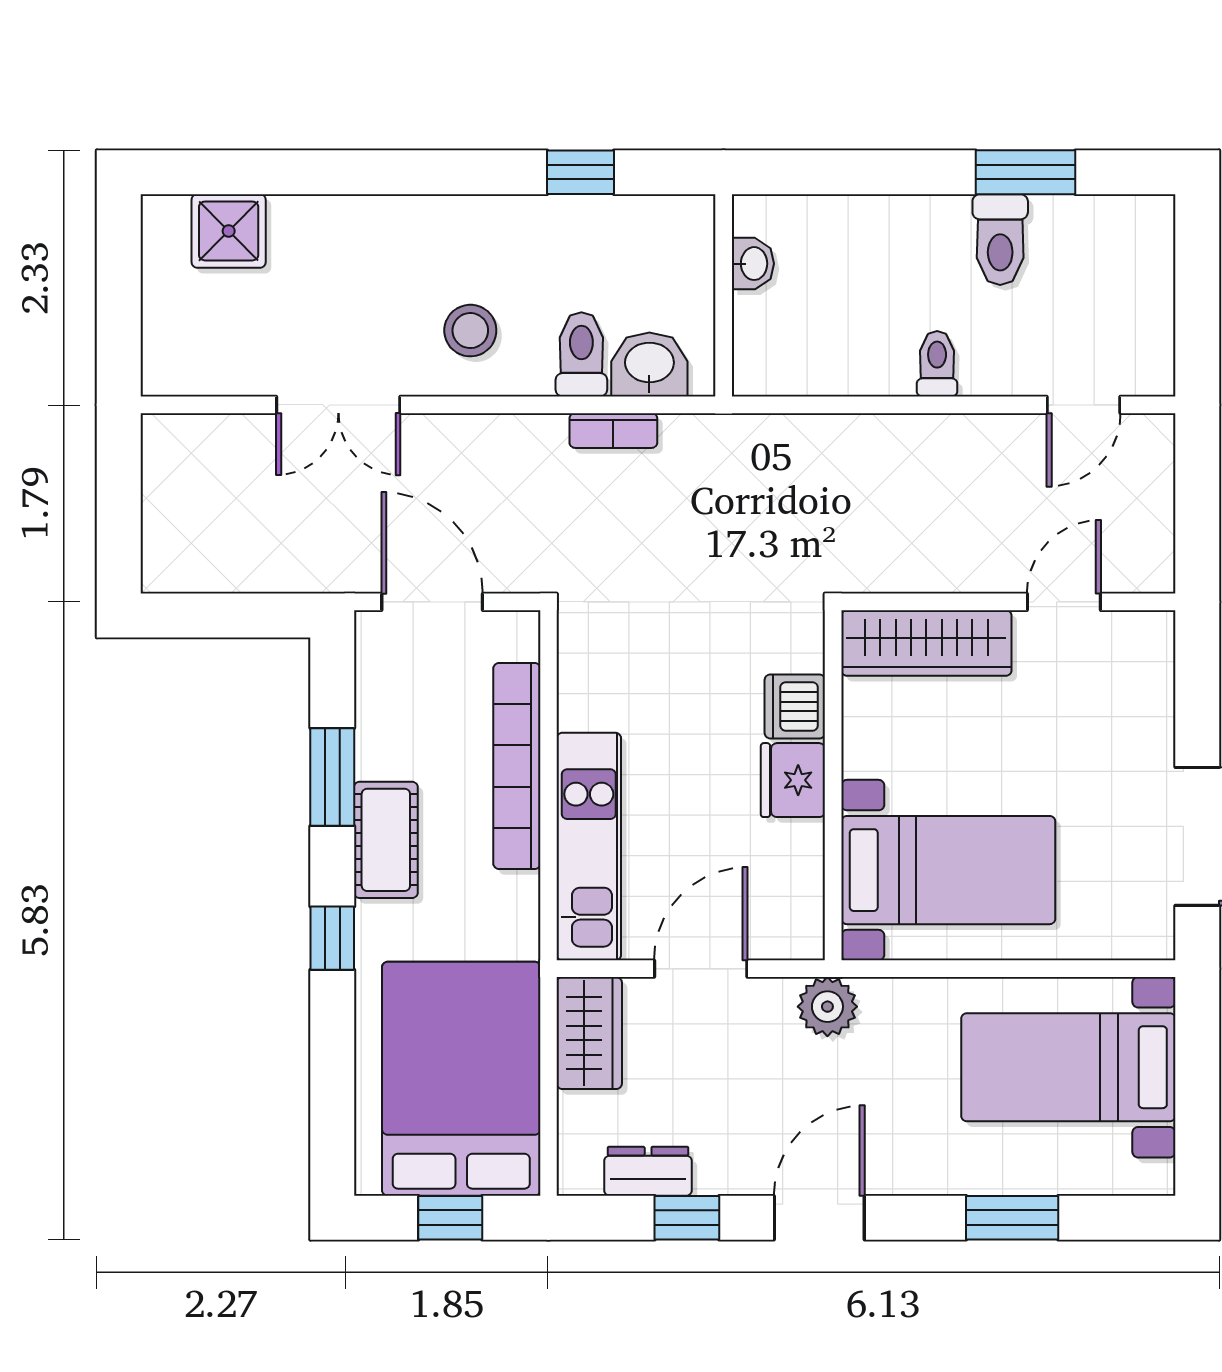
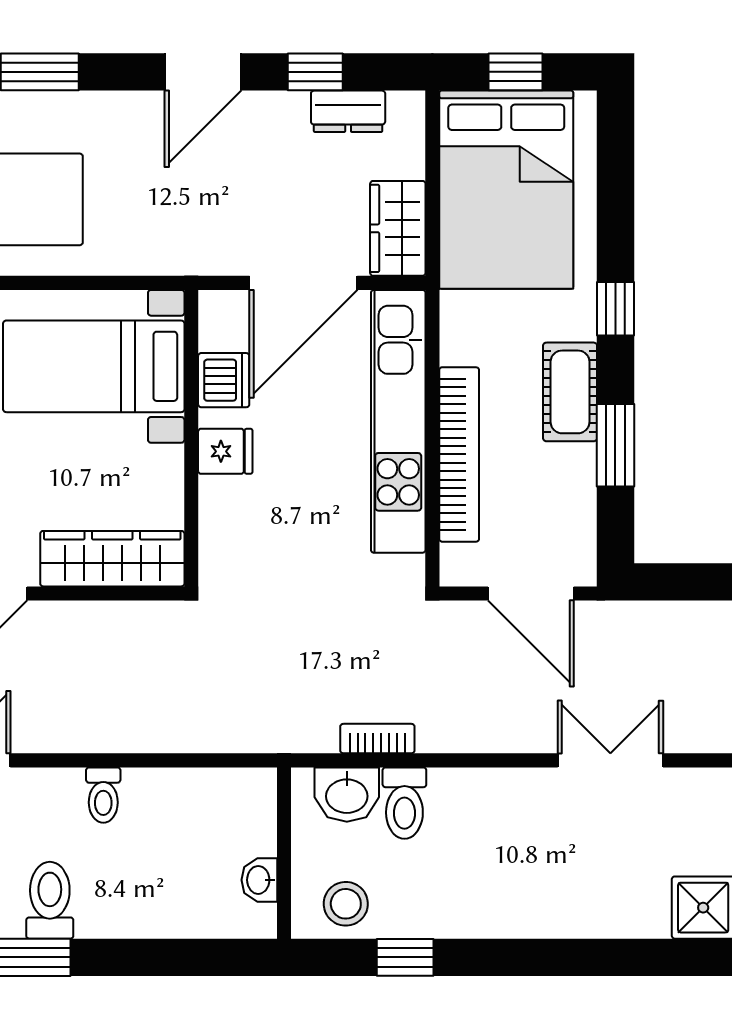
stool: (470, 331) -> (346, 904), moved
dishwasher: (795, 706) -> (224, 380), moved
fridge: (793, 780) -> (225, 451), width x0.72
kitchen unit: (589, 847) -> (398, 421), width x1.36
door: (701, 969) -> (303, 283), width x1.36
plant: (827, 1007) -> (196, 251), removed

